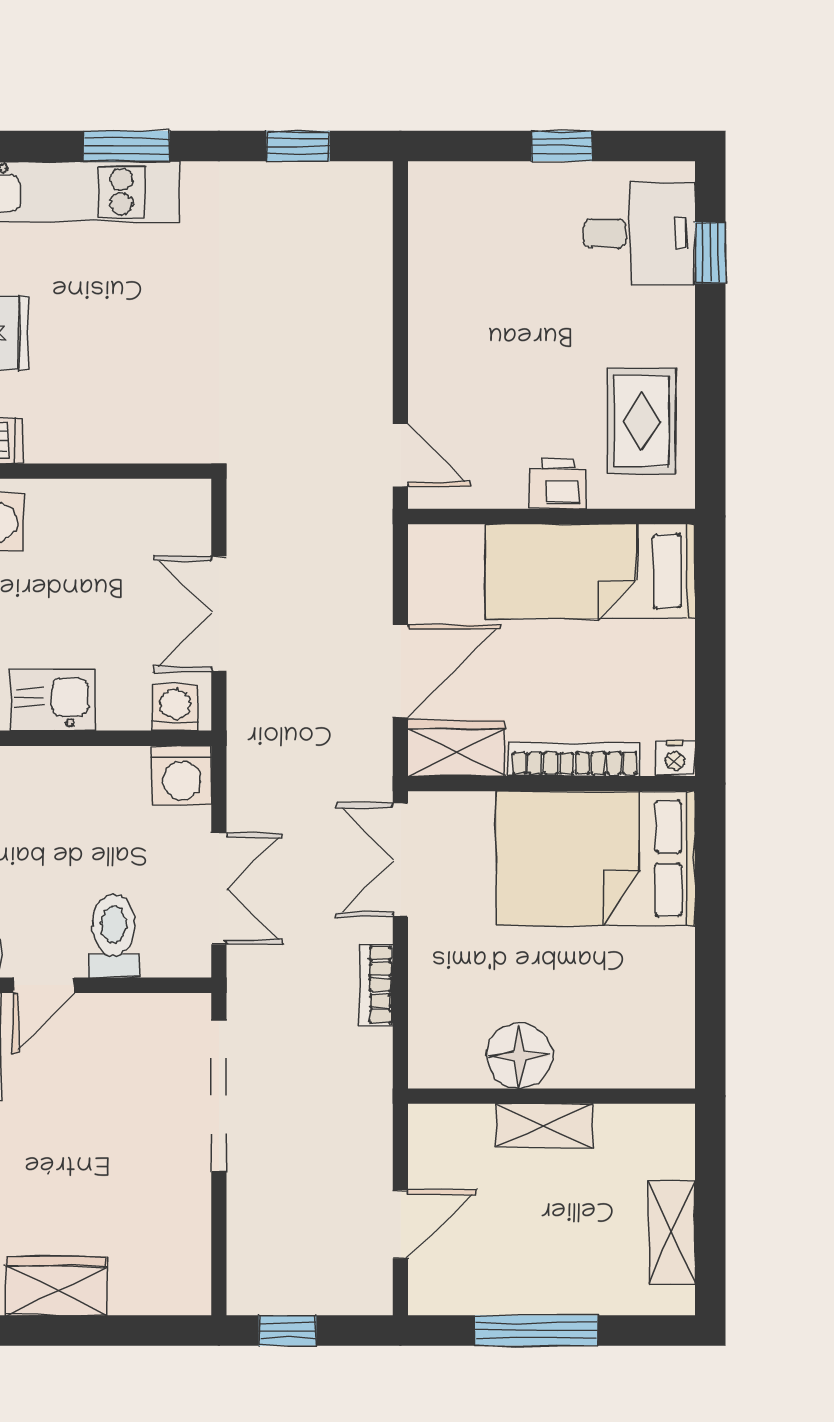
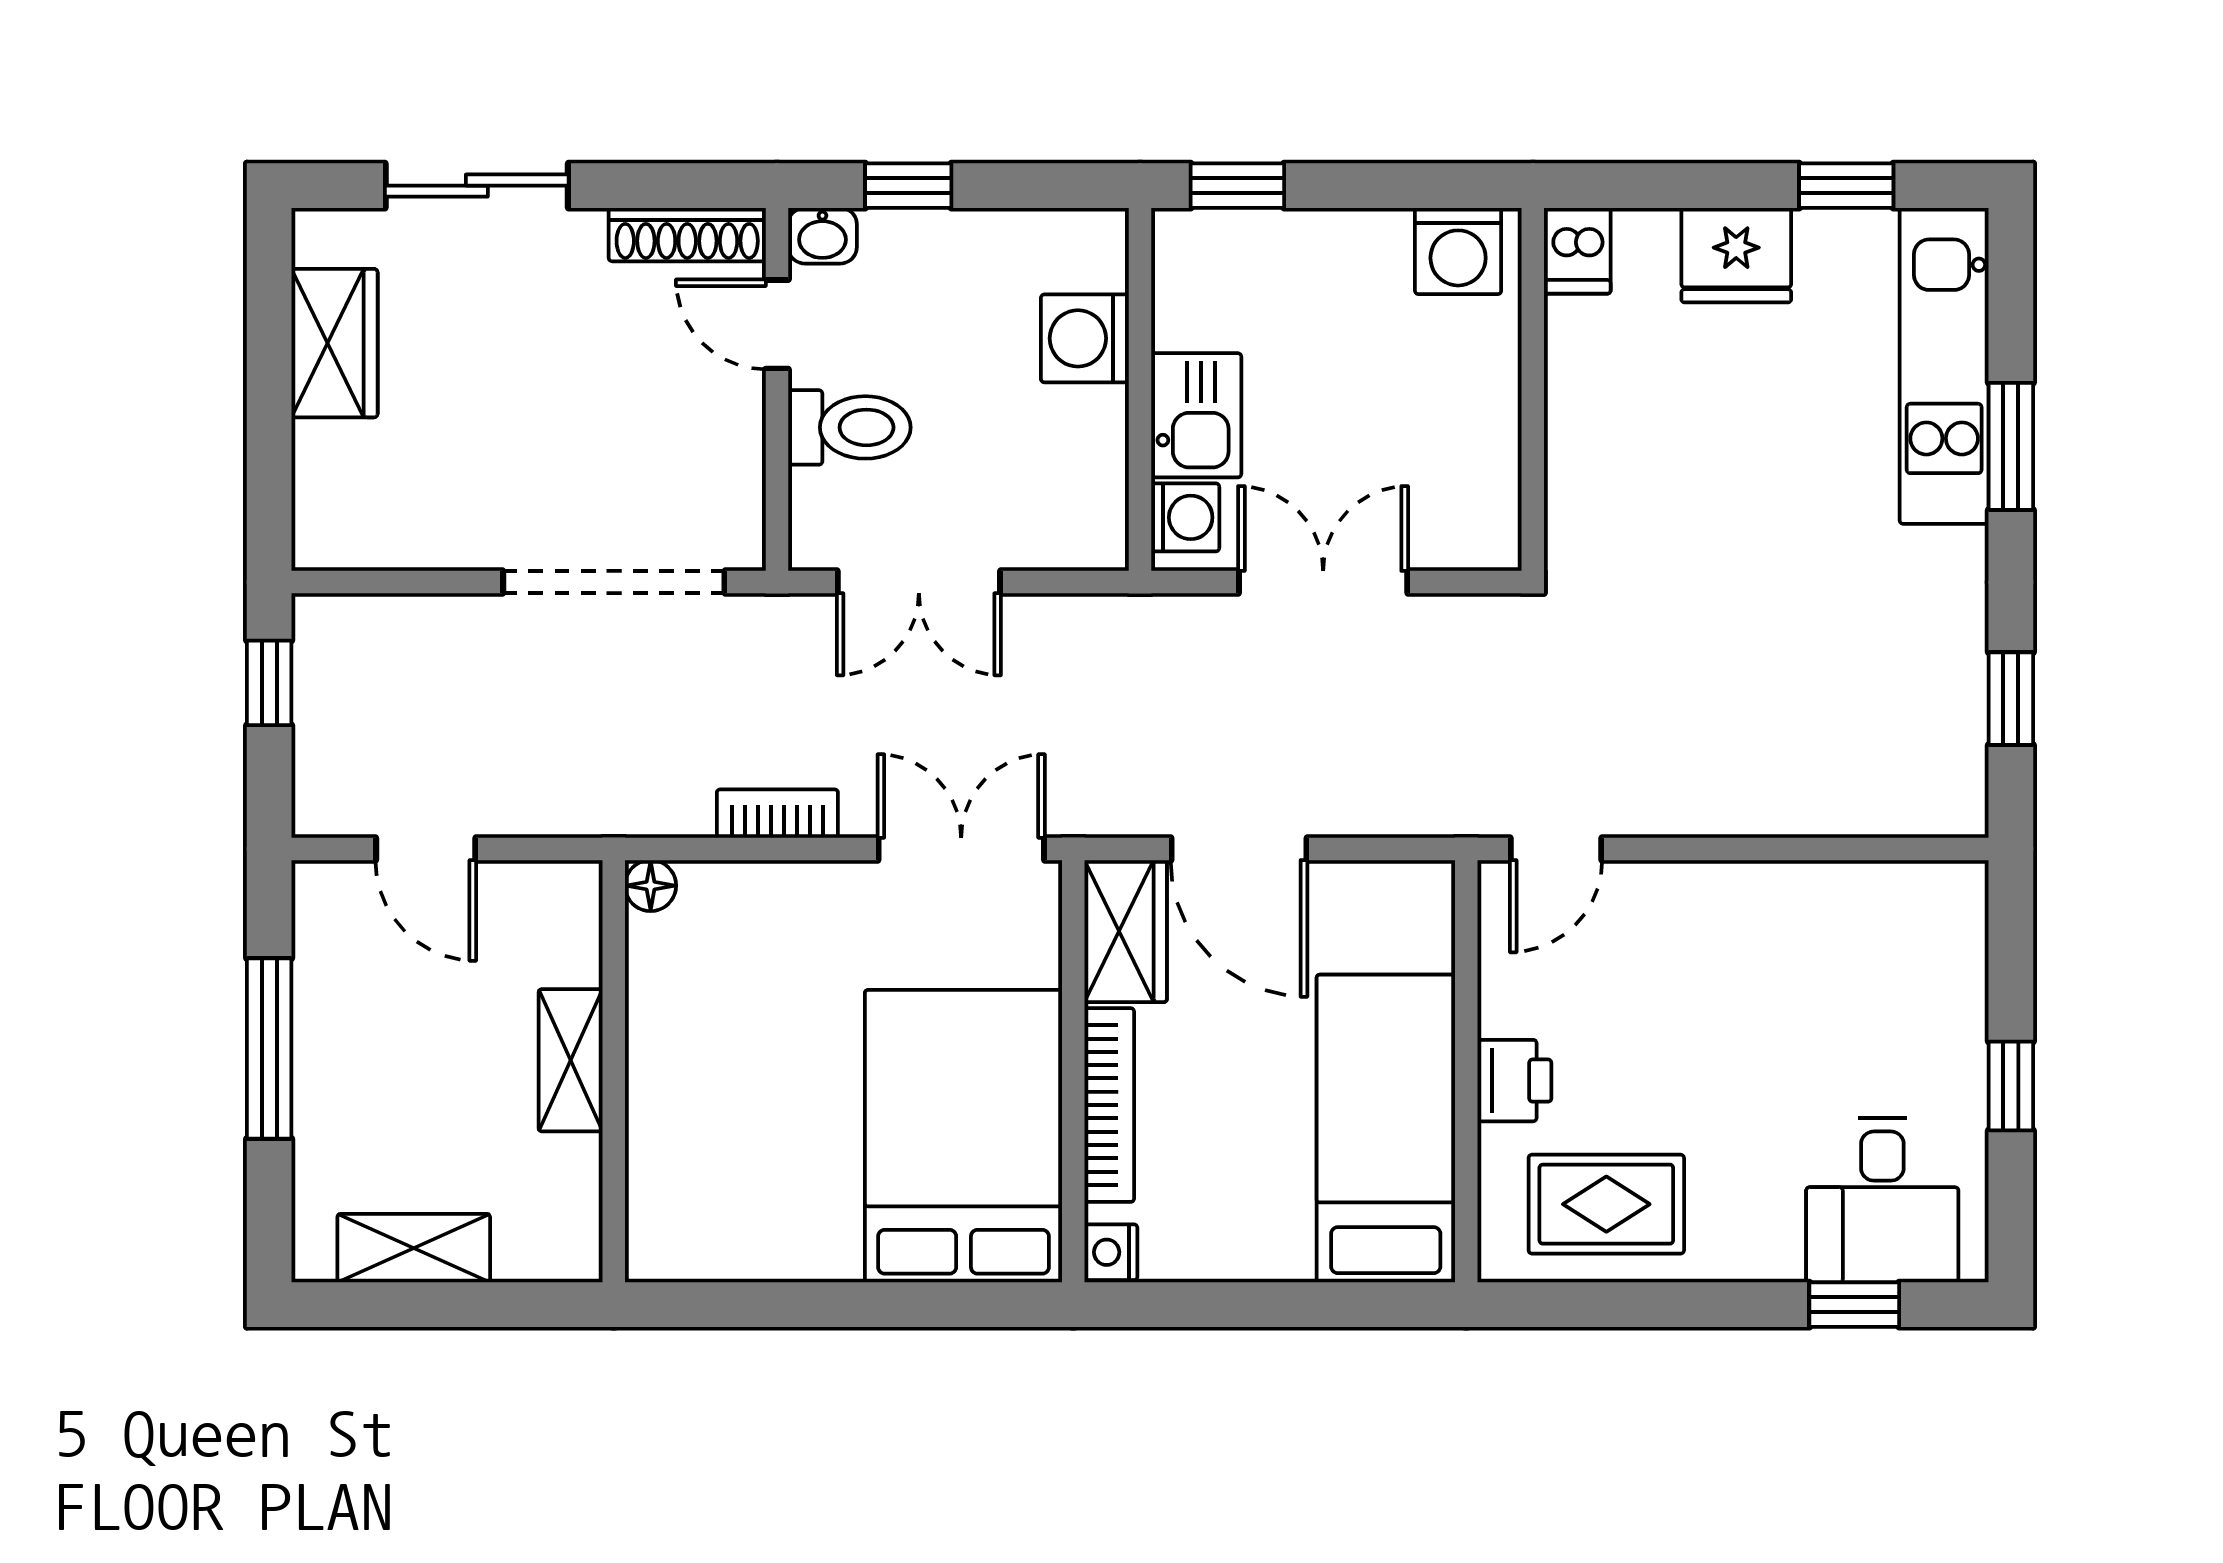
kitchen sink: (53, 700) -> (1196, 415), moved
washing machine: (181, 776) -> (1085, 338), moved
floor lamp: (519, 1056) -> (651, 886), moved, width x0.53, depth x0.53

